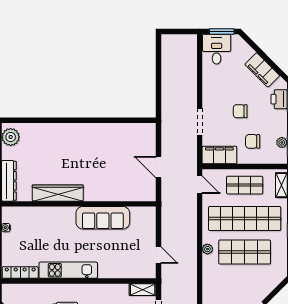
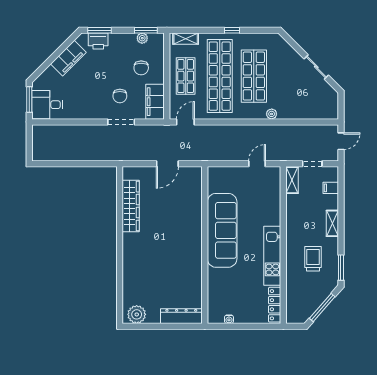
chair: (240, 111) -> (120, 96), moved
wardrobe: (58, 193) -> (131, 206), moved, turned 180
sofa: (103, 218) -> (222, 230), width x1.36, depth x1.27
plant: (207, 249) -> (272, 114), moved

